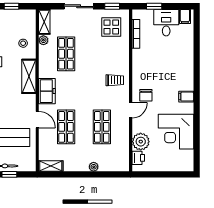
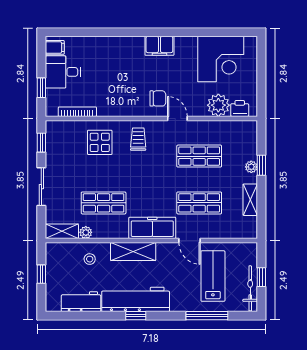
display table: (111, 27) -> (100, 142), moved
freezer: (47, 91) -> (152, 228), width x1.40
filing cabinet: (186, 97) -> (159, 46), width x2.00
door: (37, 120) -> (190, 241), swing flipped
corner desk: (176, 132) -> (221, 59), moved
shelving: (51, 166) -> (250, 200), moved
window: (95, 174) -> (261, 165), added

